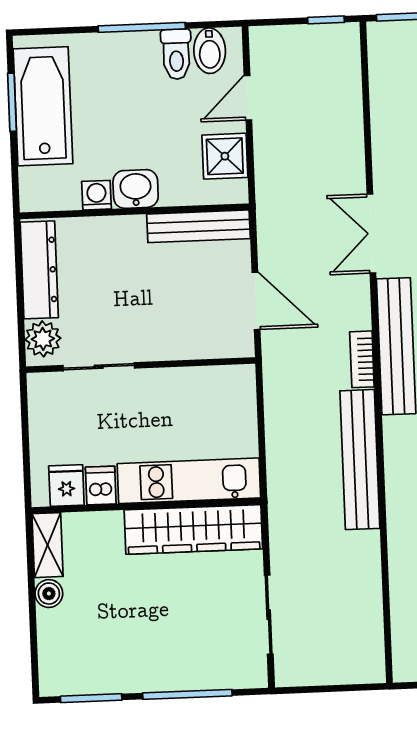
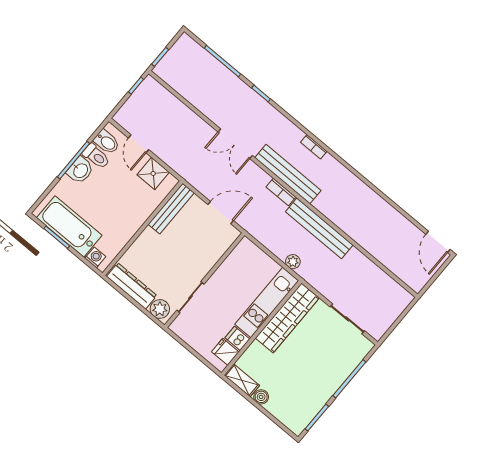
washbasin: (136, 189) -> (80, 170), moved, turned 180
washing machine: (97, 195) -> (95, 257), moved, turned 90
plant: (280, 465) -> (293, 262), added

